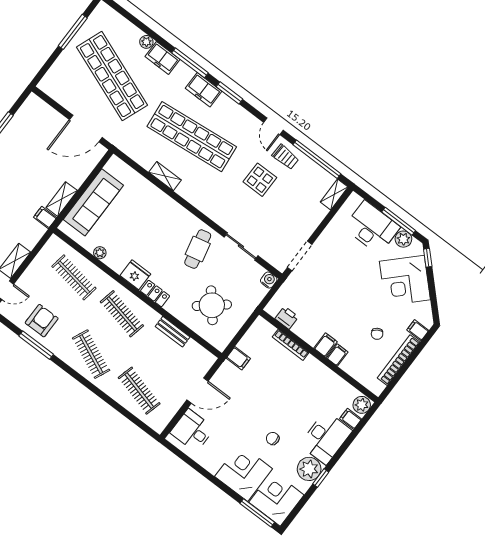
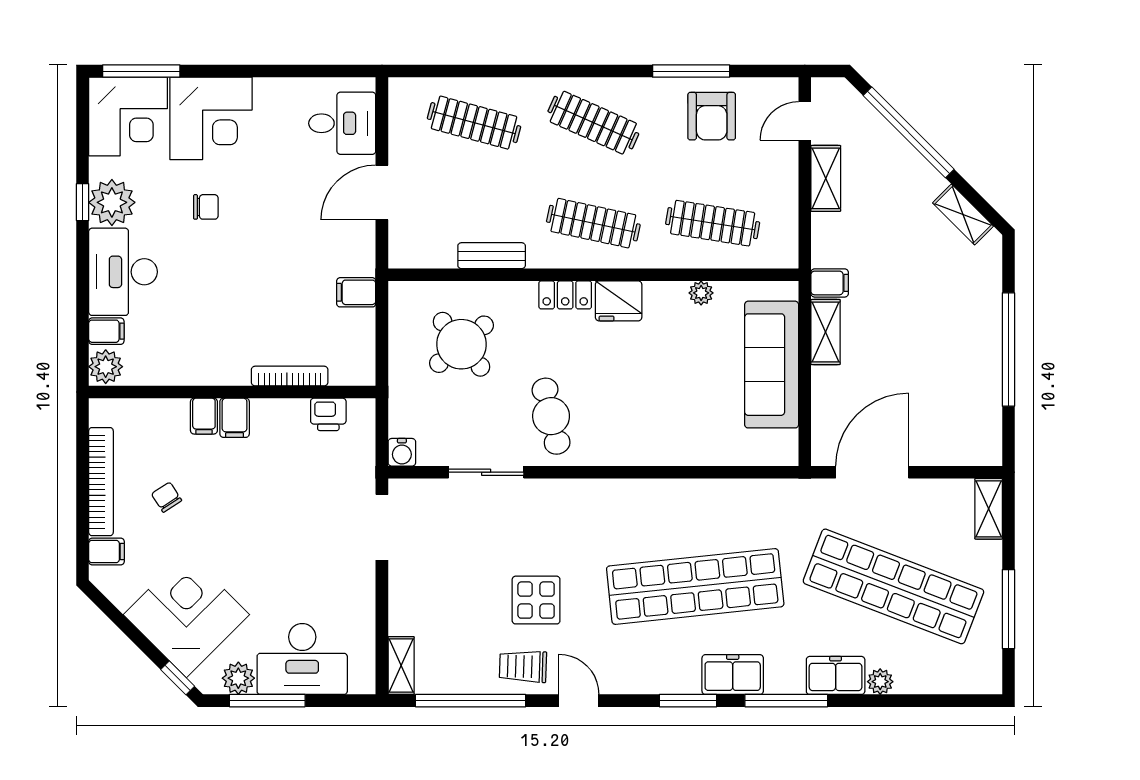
shelving: (165, 176) -> (989, 509), moved, turned 90

